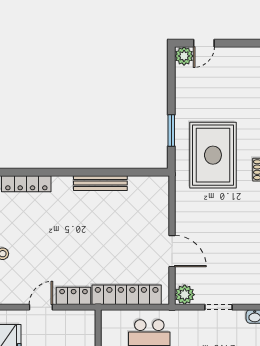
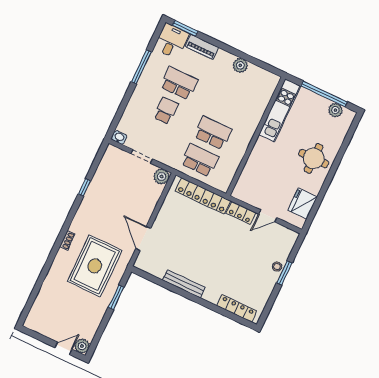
door: (172, 251) -> (143, 238), moved

